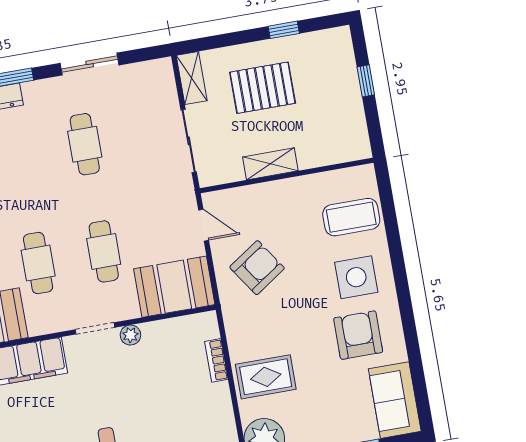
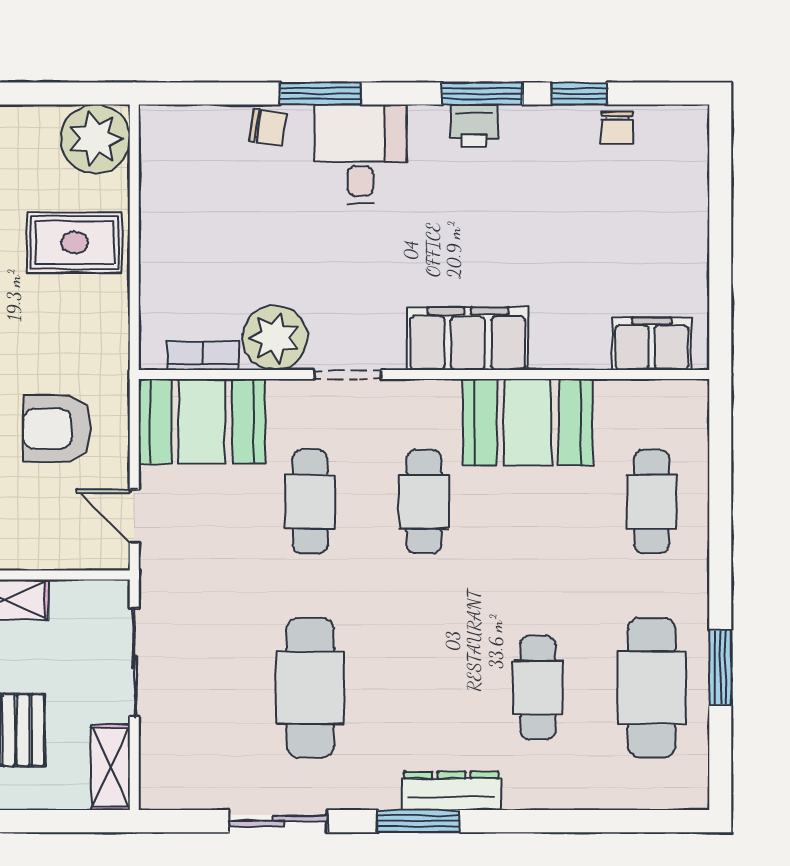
cafe table: (85, 144) -> (310, 688), width x1.37, depth x1.35
armchair: (257, 268) -> (57, 429), turned 34
plant: (130, 335) -> (275, 338), width x1.88, depth x1.88
bookcase: (216, 360) -> (203, 356), moved, turned -90

